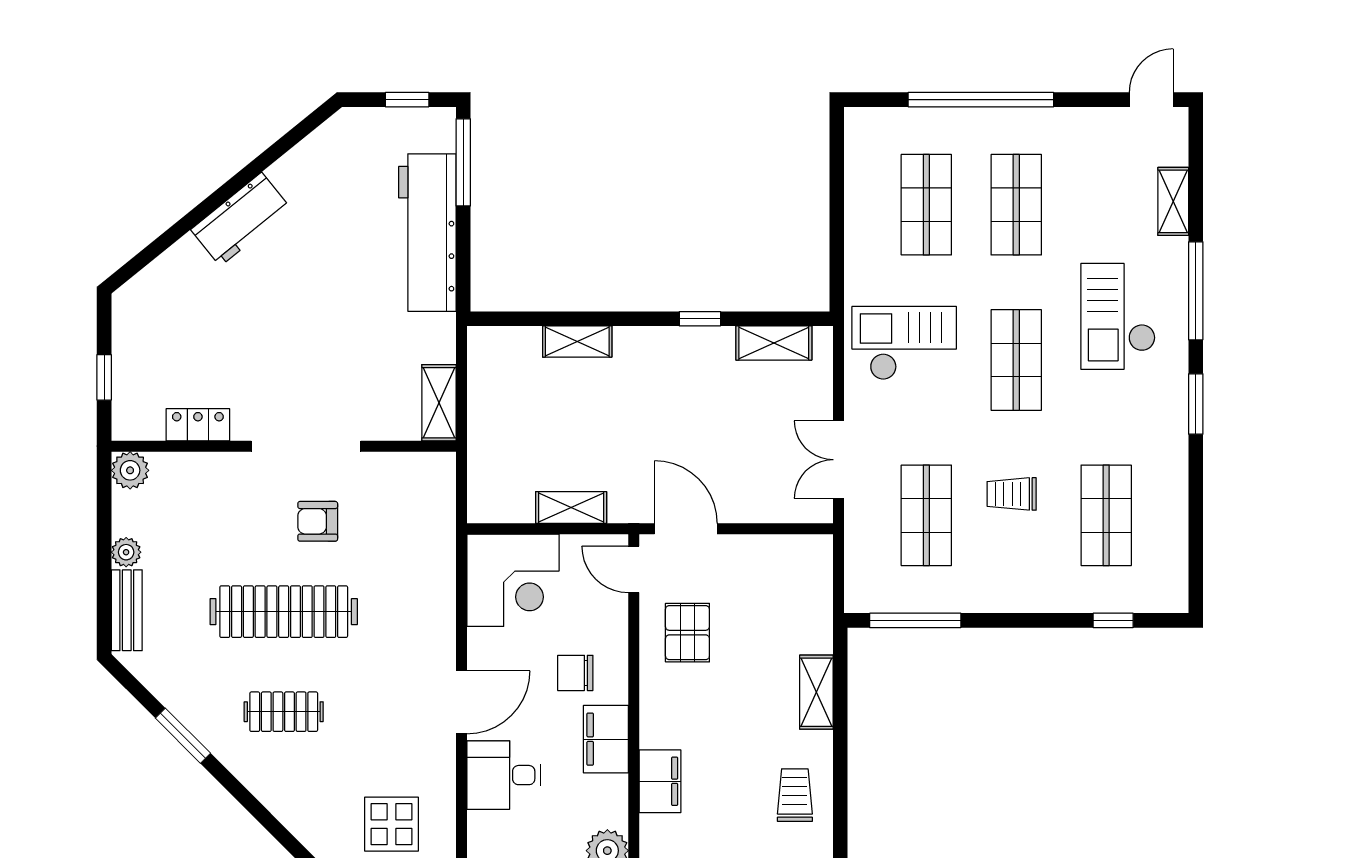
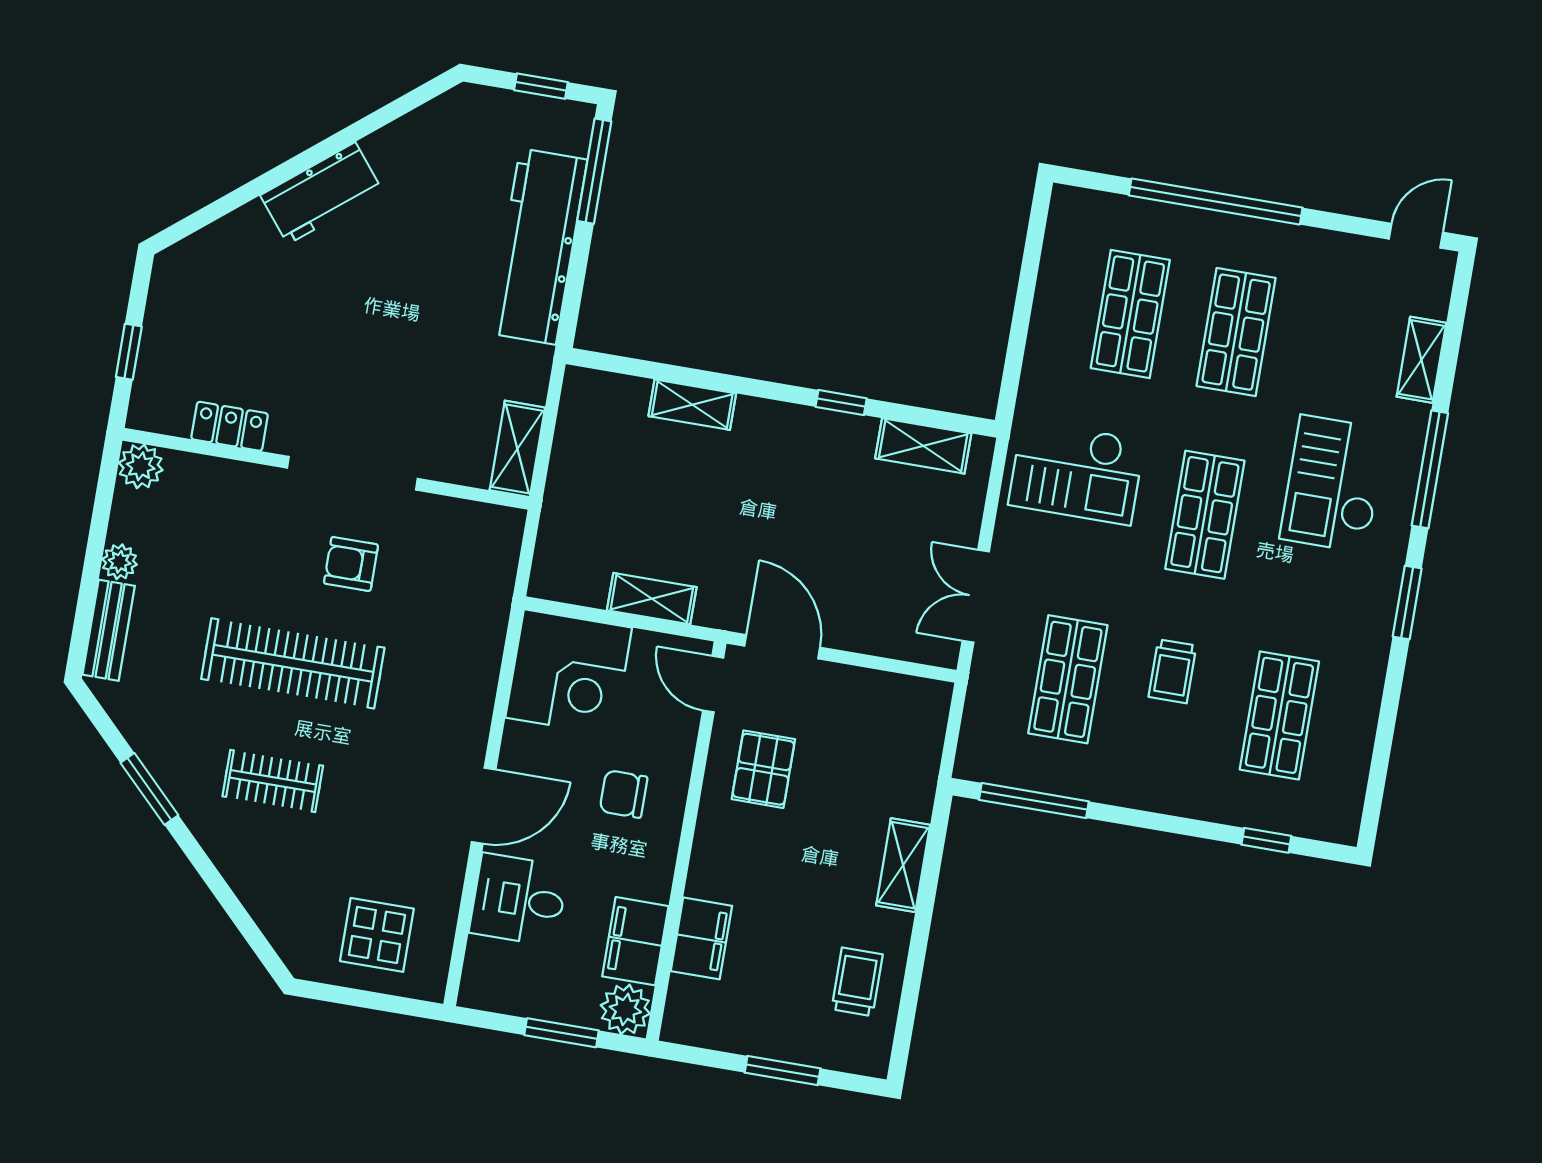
checkout: (904, 343) -> (1076, 472), turned 180
trolley: (1012, 494) -> (1172, 671), turned -90
filing cabinet: (606, 739) -> (635, 941), moved

